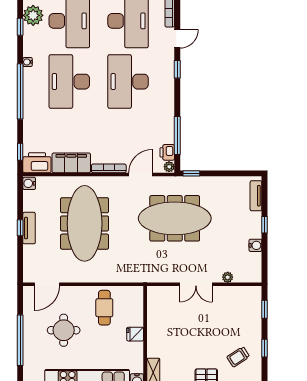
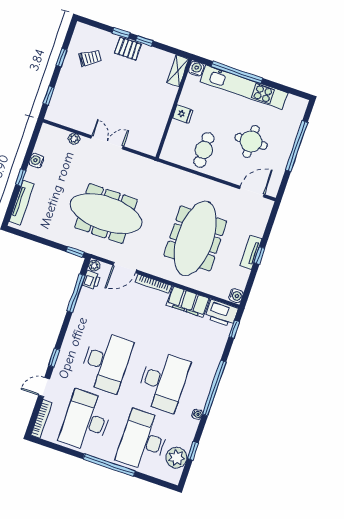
tv unit: (256, 196) -> (22, 203), width x1.41

